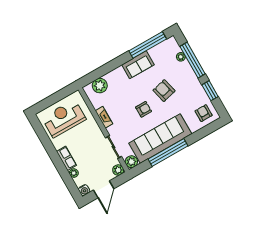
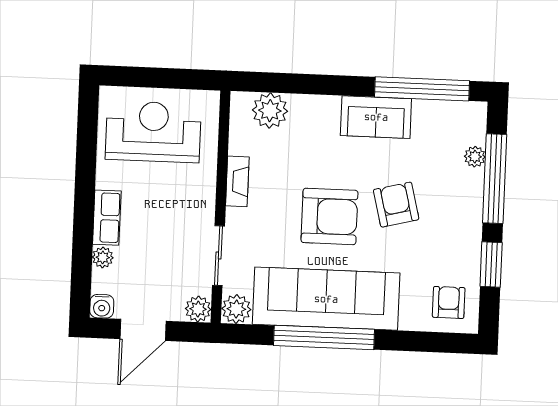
armchair: (143, 109) -> (329, 216), width x1.88, depth x1.88

